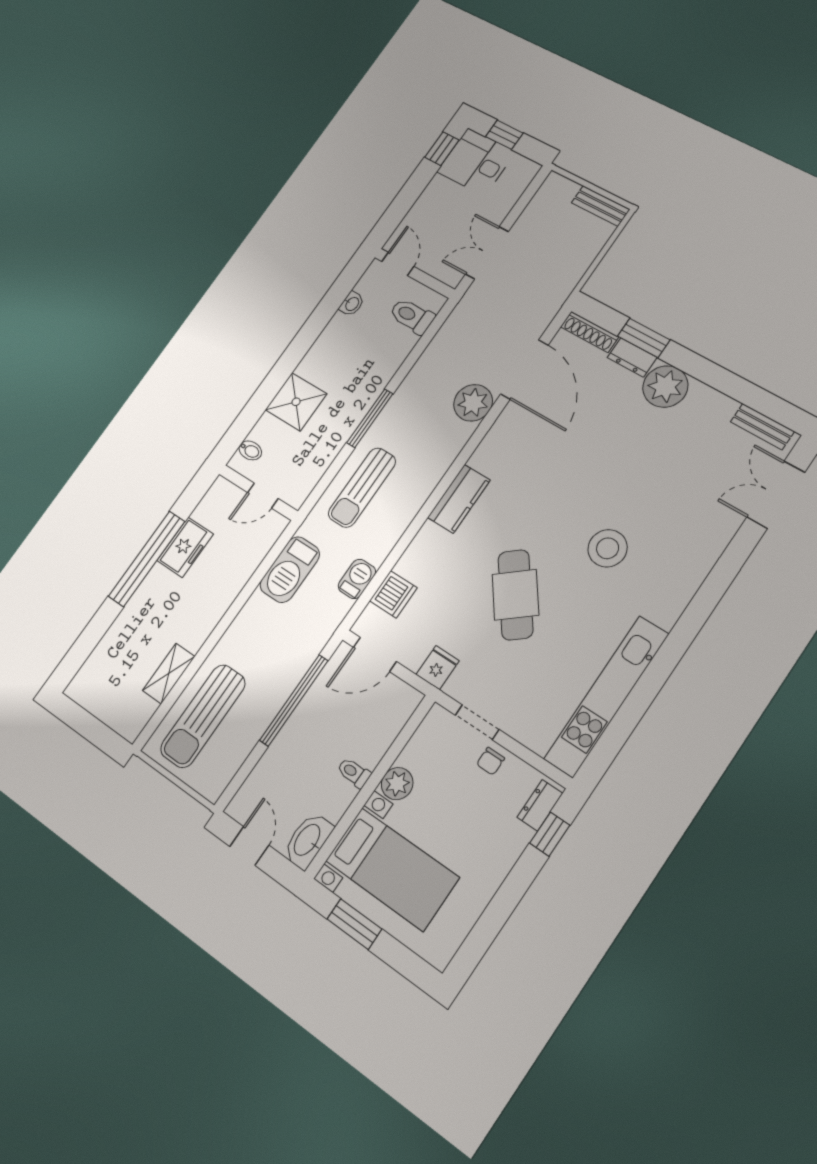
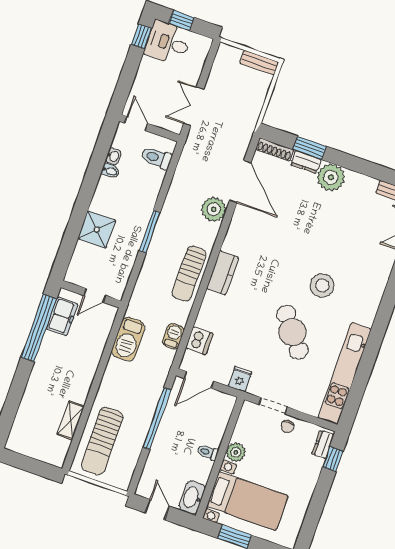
bidet: (250, 450) -> (110, 171), moved
sun lounger: (362, 488) -> (189, 273), moved
freezer: (185, 547) -> (62, 316), moved
window: (147, 559) -> (39, 328), moved
cafe table: (515, 595) -> (292, 332), moved

